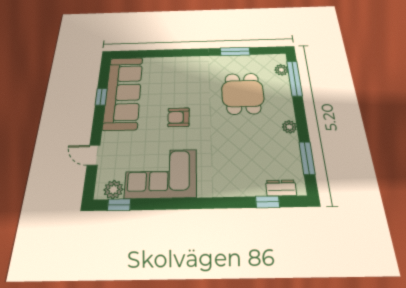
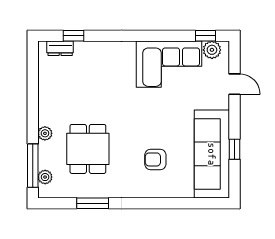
armchair: (179, 117) -> (155, 159), moved, turned 180
plant: (289, 127) -> (45, 133), moved
window: (307, 158) -> (33, 76), removed

